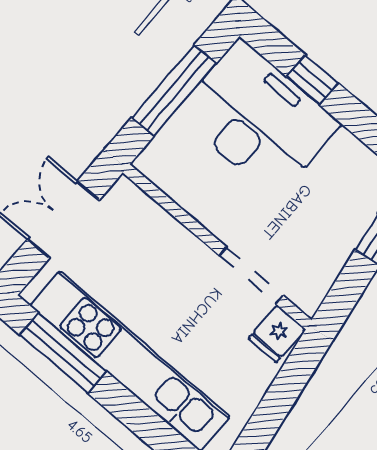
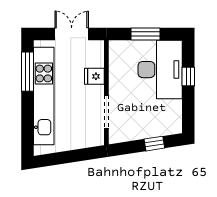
window: (174, 91) -> (146, 34), width x0.69
fridge: (277, 334) -> (94, 76), moved

